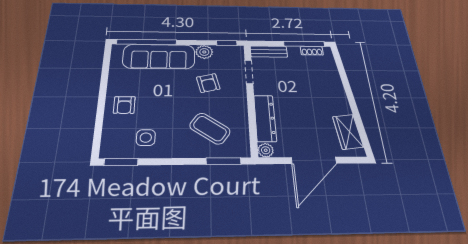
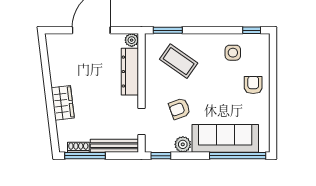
bench: (269, 52) -> (114, 146), width x1.36
armchair: (208, 83) -> (179, 109), turned -96
wardrobe: (348, 132) -> (63, 103), moved
window: (121, 162) -> (252, 30), width x0.67

